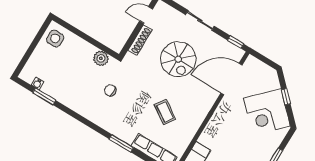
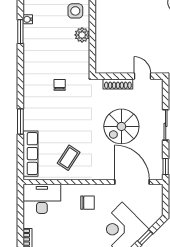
plant: (101, 58) -> (82, 35), moved
coffee table: (165, 112) -> (69, 158), moved
chair: (226, 128) -> (87, 203), added

